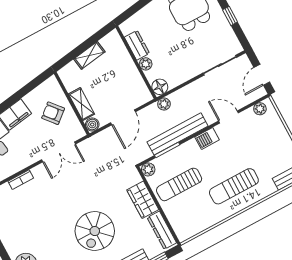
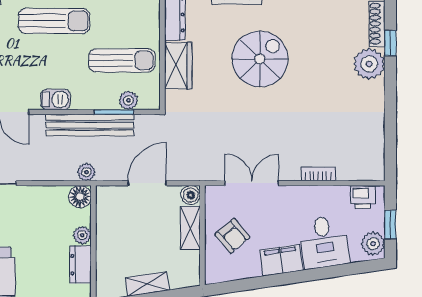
plant: (148, 169) -> (128, 100), moved

